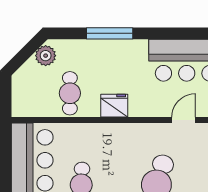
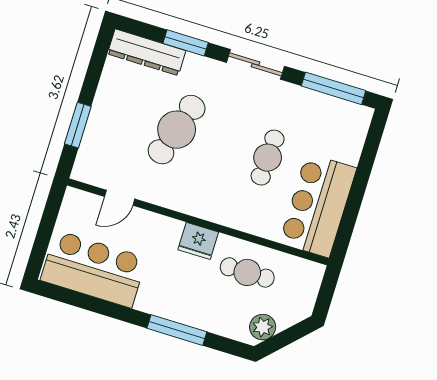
cafe table: (70, 93) -> (247, 272), turned 90

